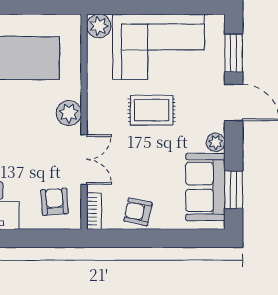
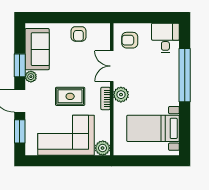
window: (234, 190) -> (20, 65), moved
armchair: (54, 202) -> (130, 40), turned 94
bookcase: (94, 211) -> (106, 98), moved
armchair: (138, 212) -> (78, 34), turned 78

